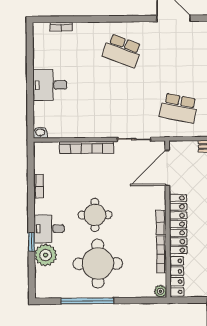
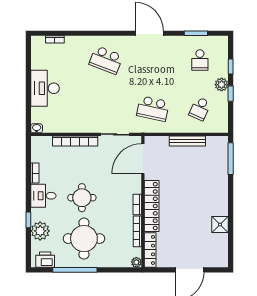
desk: (50, 85) -> (45, 88), width x1.37
desk: (49, 229) -> (43, 196), moved
printer: (52, 289) -> (45, 260), added

